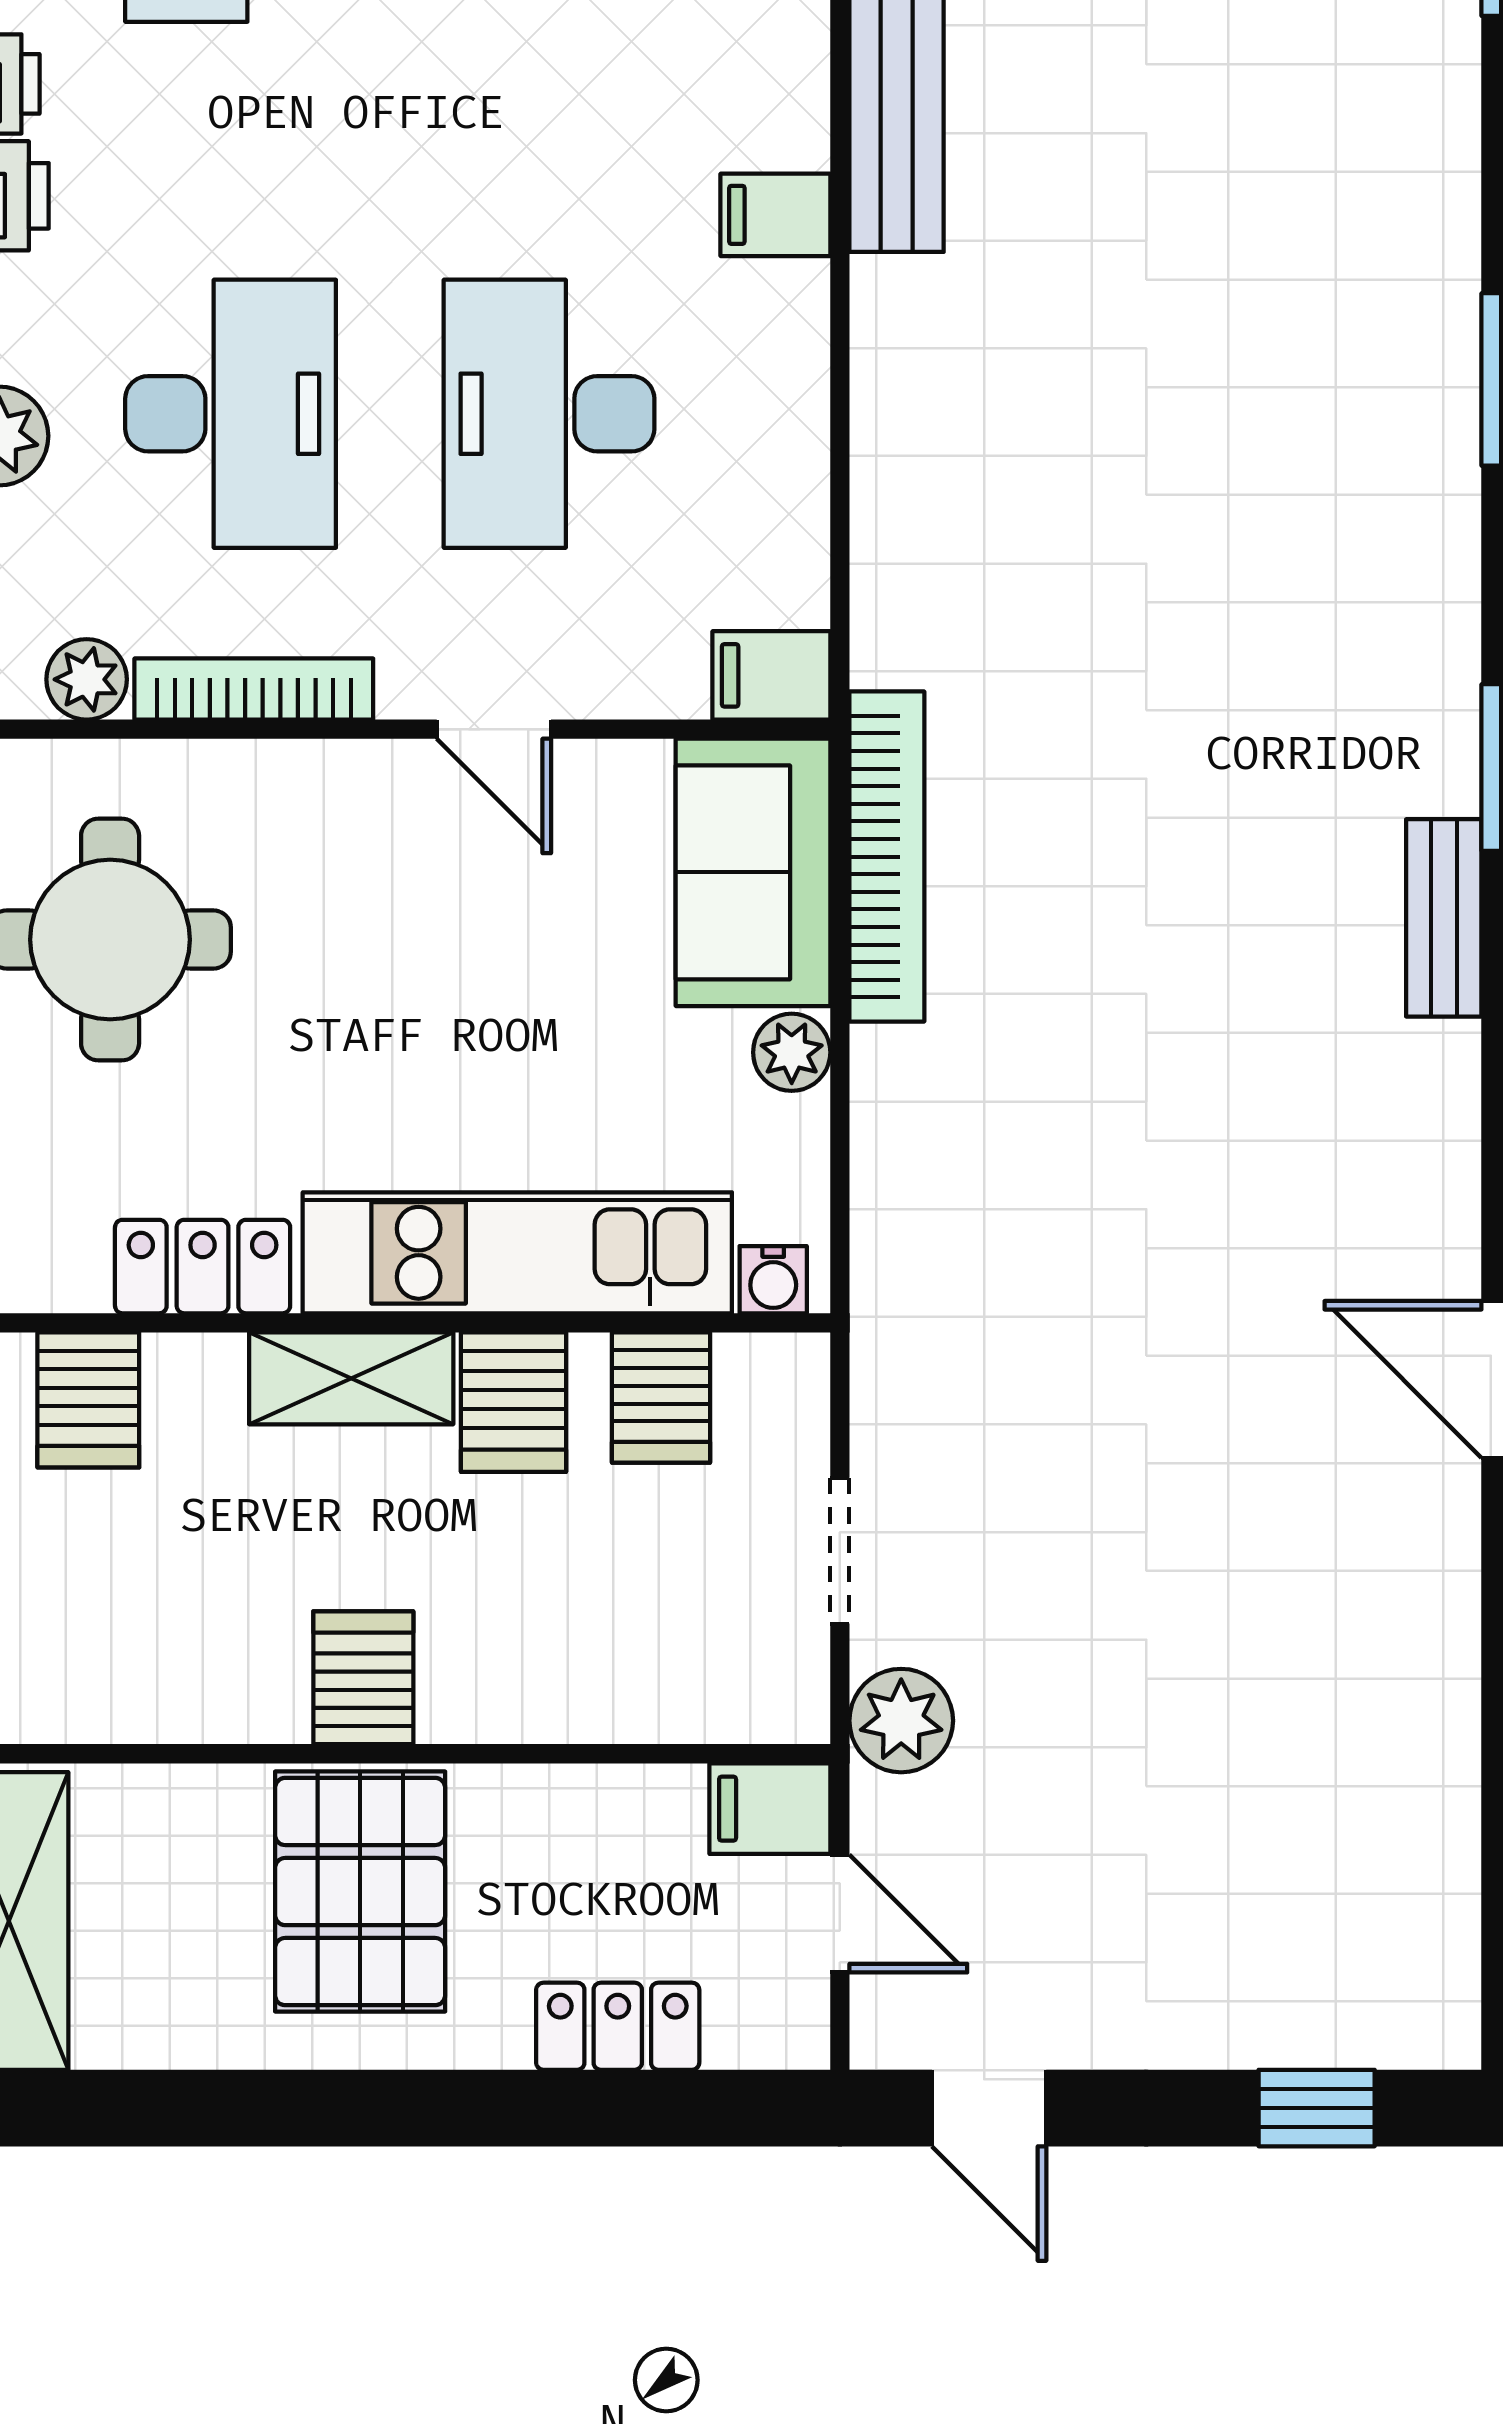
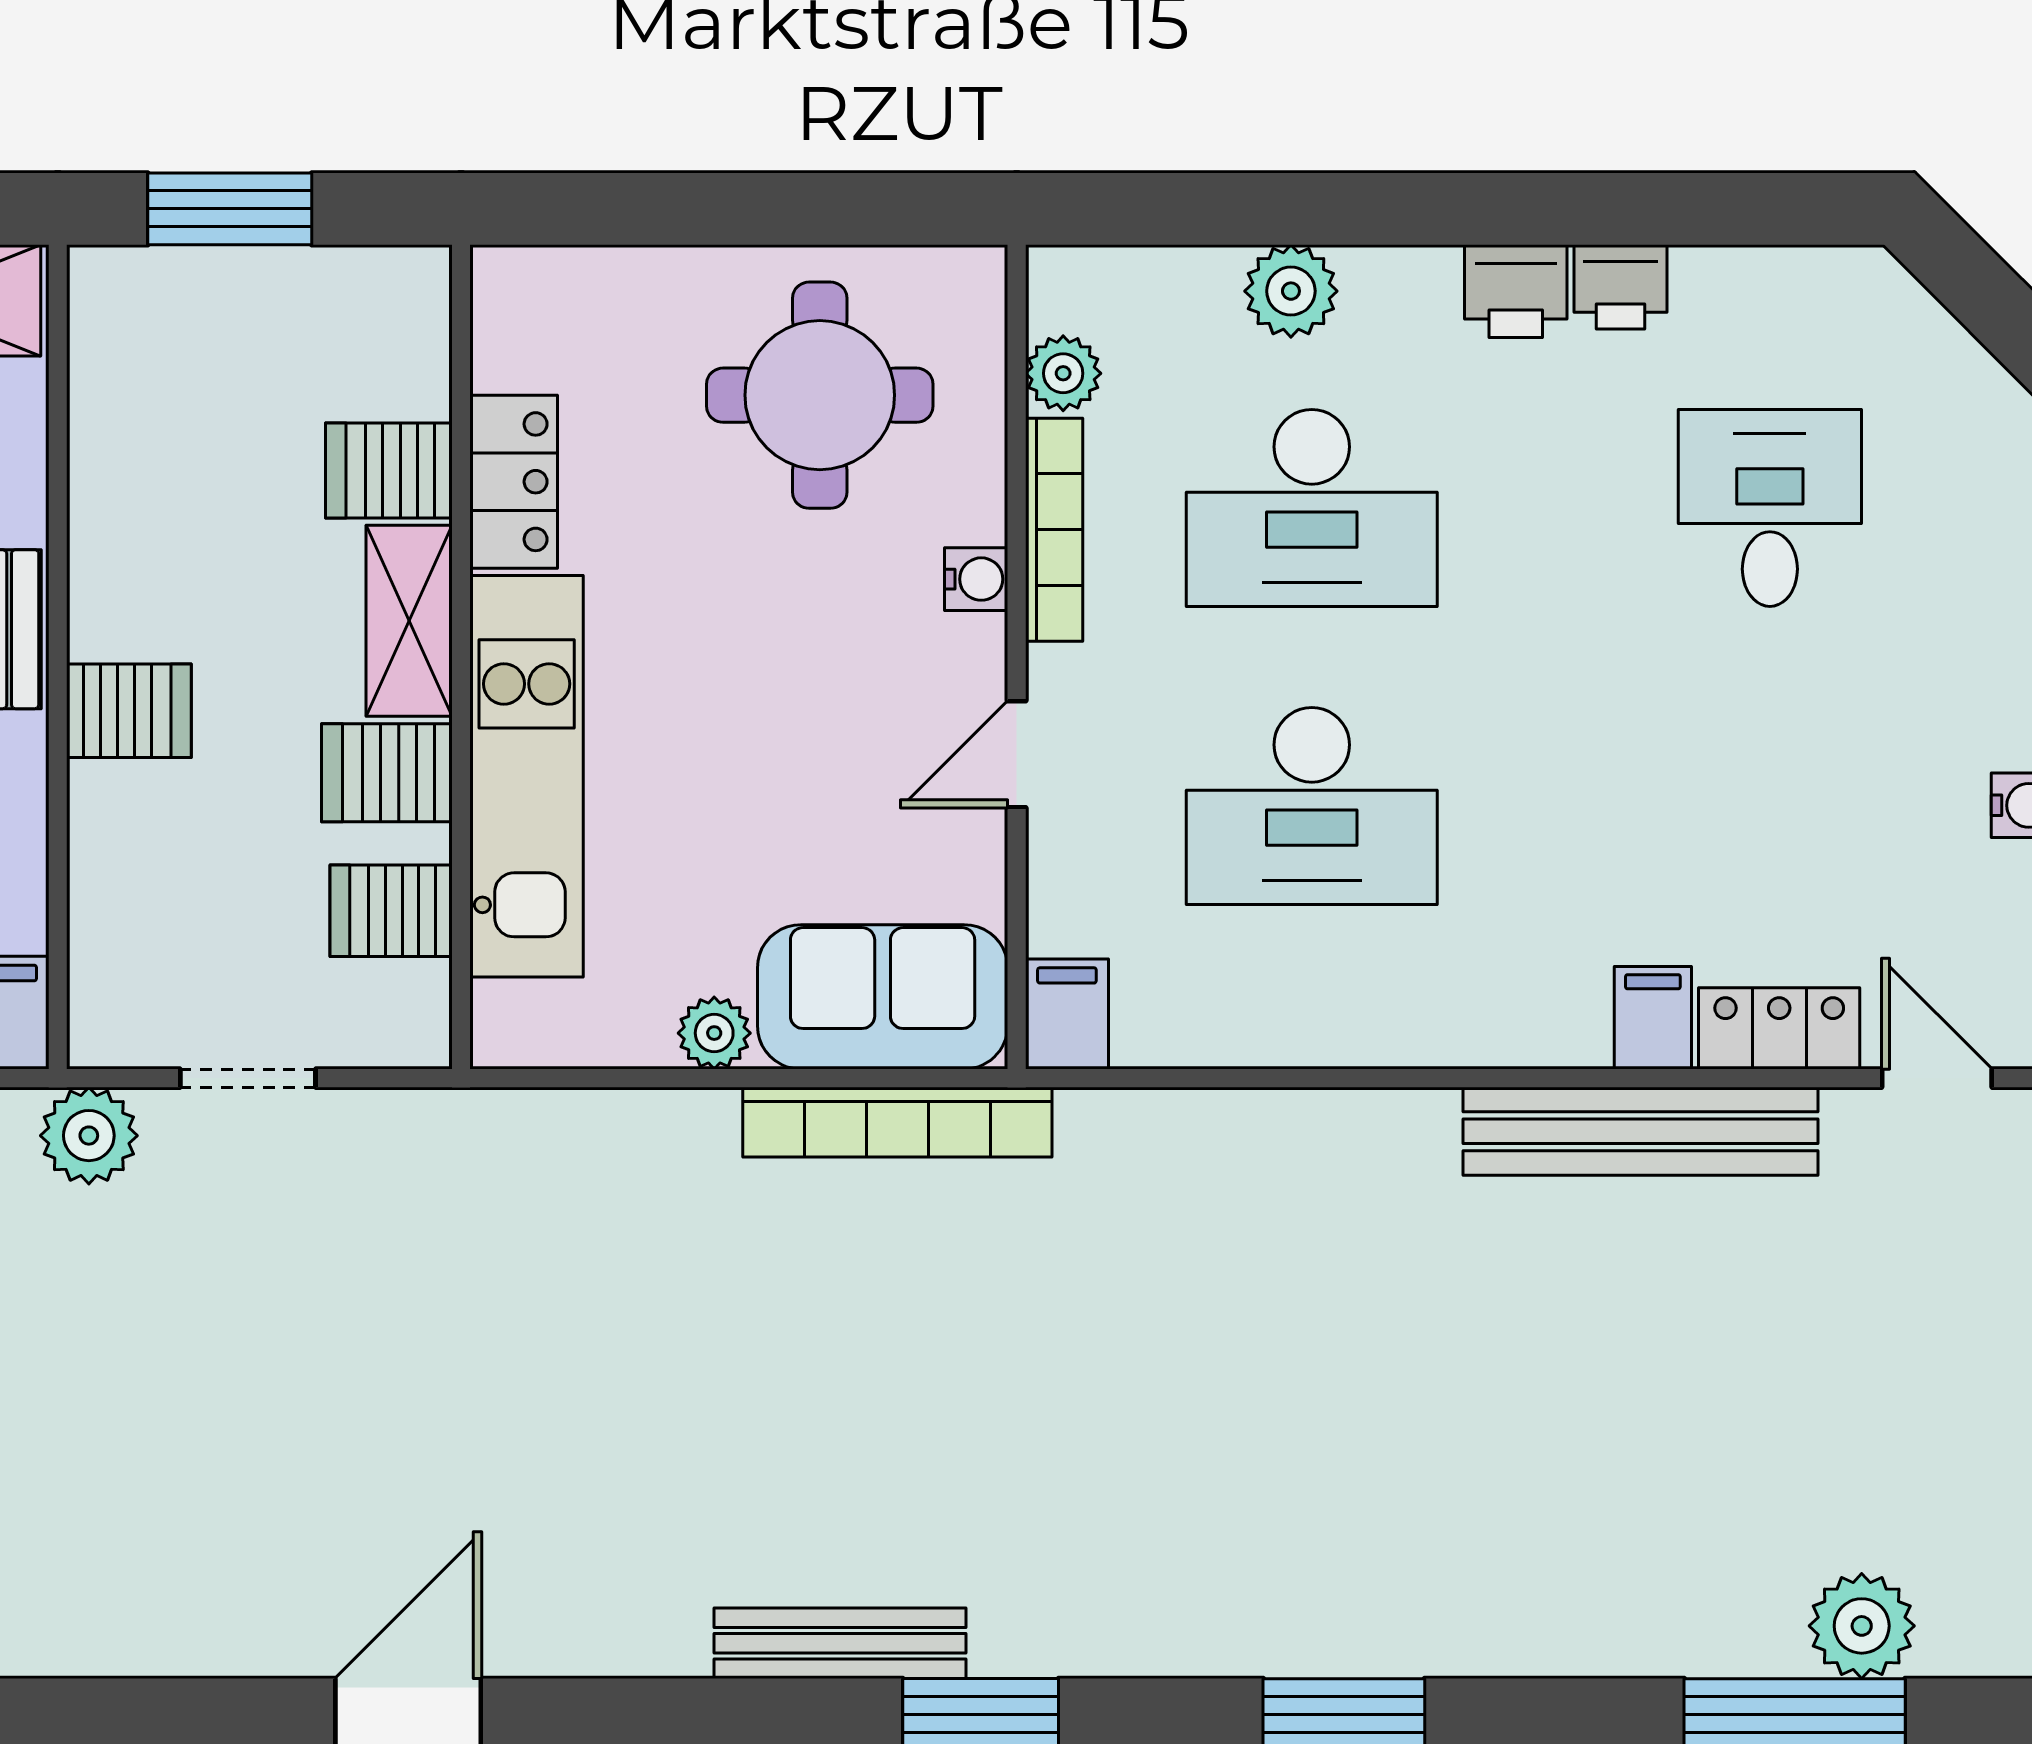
filing cabinet: (775, 215) -> (1653, 1018), moved
desk: (549, 414) -> (1312, 806), turned 180
bench: (1444, 918) -> (840, 1643), width x1.36
water cooler: (773, 1280) -> (976, 579), moved, turned 180
server rack: (88, 1400) -> (389, 470), moved
server rack: (363, 1678) -> (129, 711), moved

